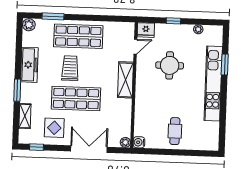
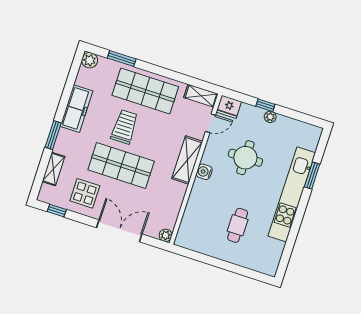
shelving: (122, 28) -> (201, 96), added
plant: (198, 29) -> (270, 117), moved
cafe table: (175, 131) -> (238, 225), moved
water cooler: (139, 142) -> (204, 172), moved

